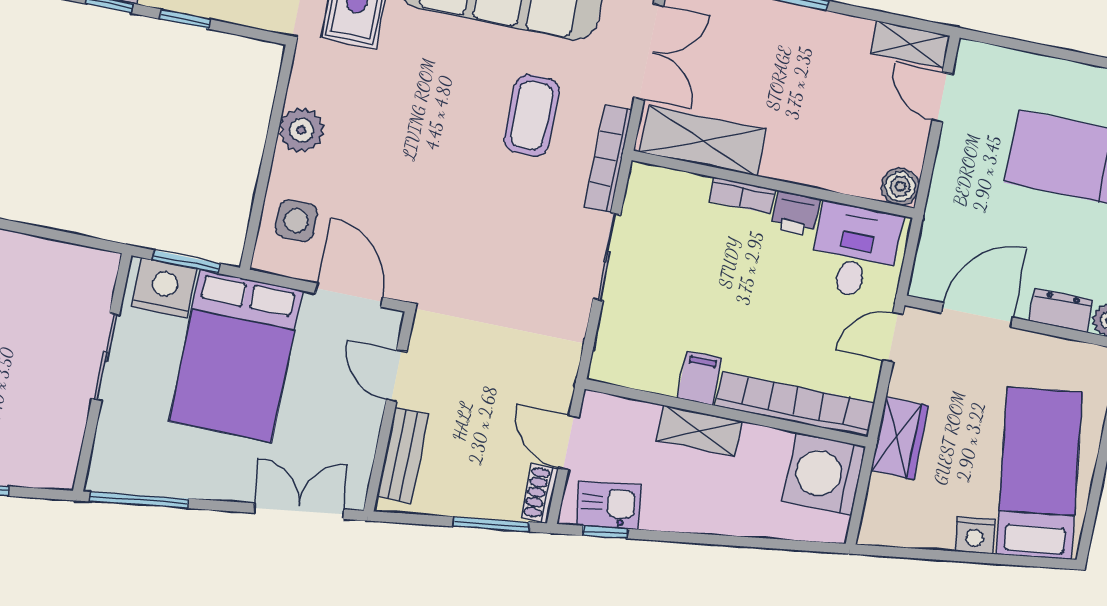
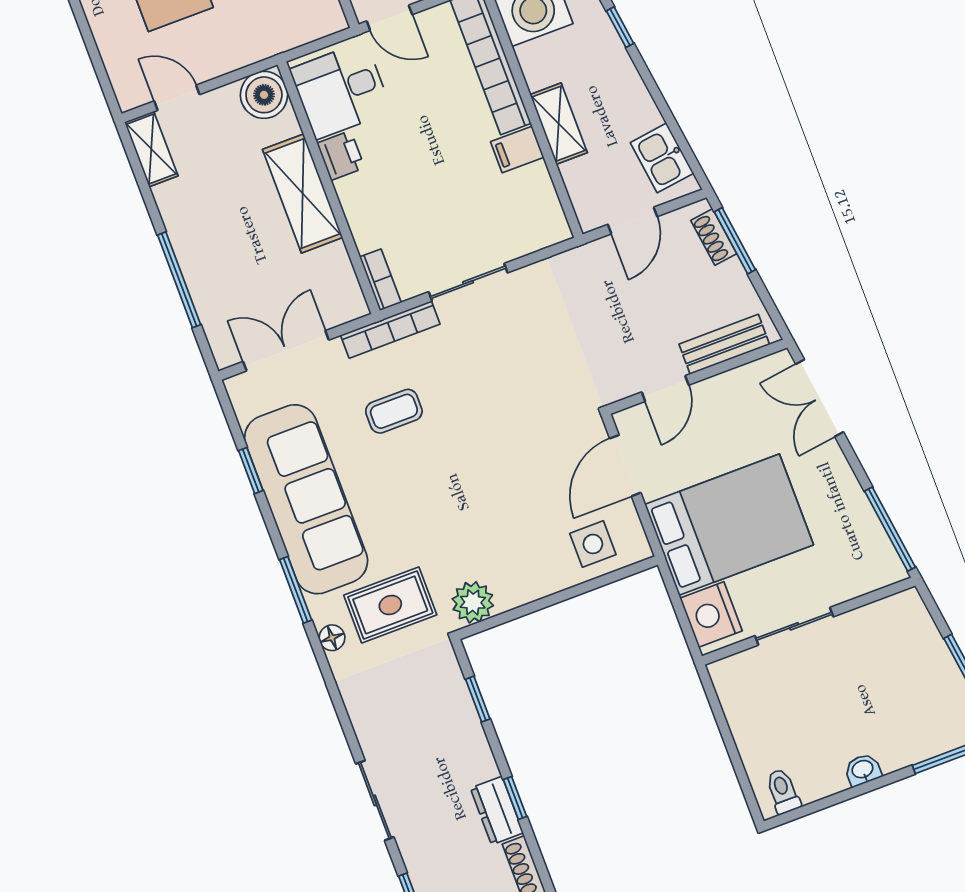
window: (185, 19) -> (478, 699), moved
door: (942, 97) -> (177, 98), swing flipped
coffee table: (532, 115) -> (394, 411), width x0.73, depth x0.77
plant: (301, 130) -> (473, 602), moved
shelving: (703, 141) -> (303, 193), moved
boiler: (900, 187) -> (264, 95), width x1.36, depth x1.36
bookcase: (742, 195) -> (380, 280), moved
window: (186, 262) -> (680, 610), removed
shoe rack: (540, 493) -> (714, 237), moved, turned 82
window: (605, 532) -> (620, 27), moved

